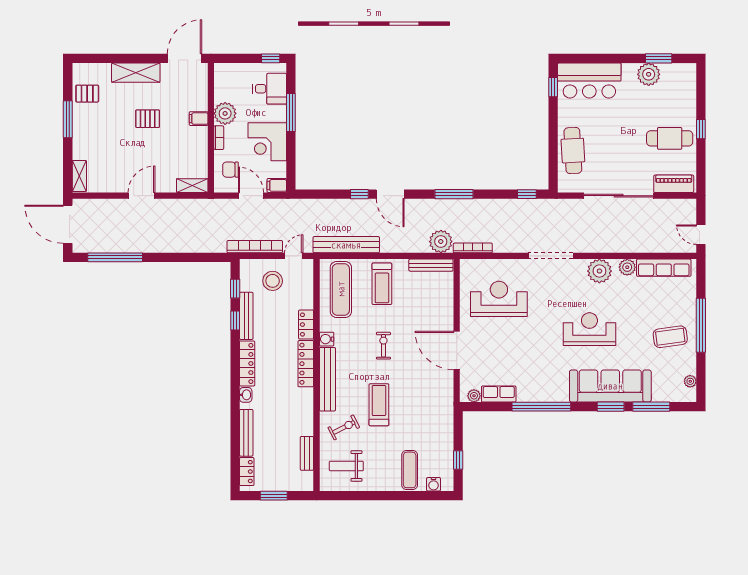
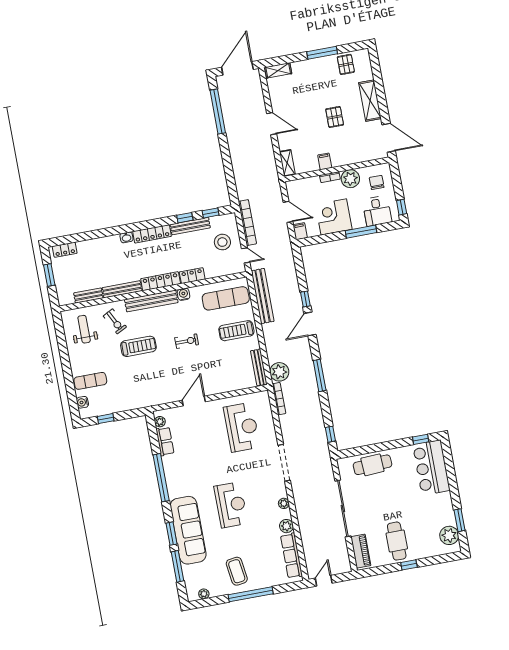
plant: (649, 74) -> (449, 535), moved
filing cabinet: (199, 119) -> (325, 161), moved
chair: (230, 170) -> (377, 182), moved
door: (251, 196) -> (288, 212), hinge flipped
plant: (599, 271) -> (284, 503), width x0.53, depth x0.53
door: (457, 350) -> (194, 401), width x0.73
bench: (246, 433) -> (122, 289), moved

